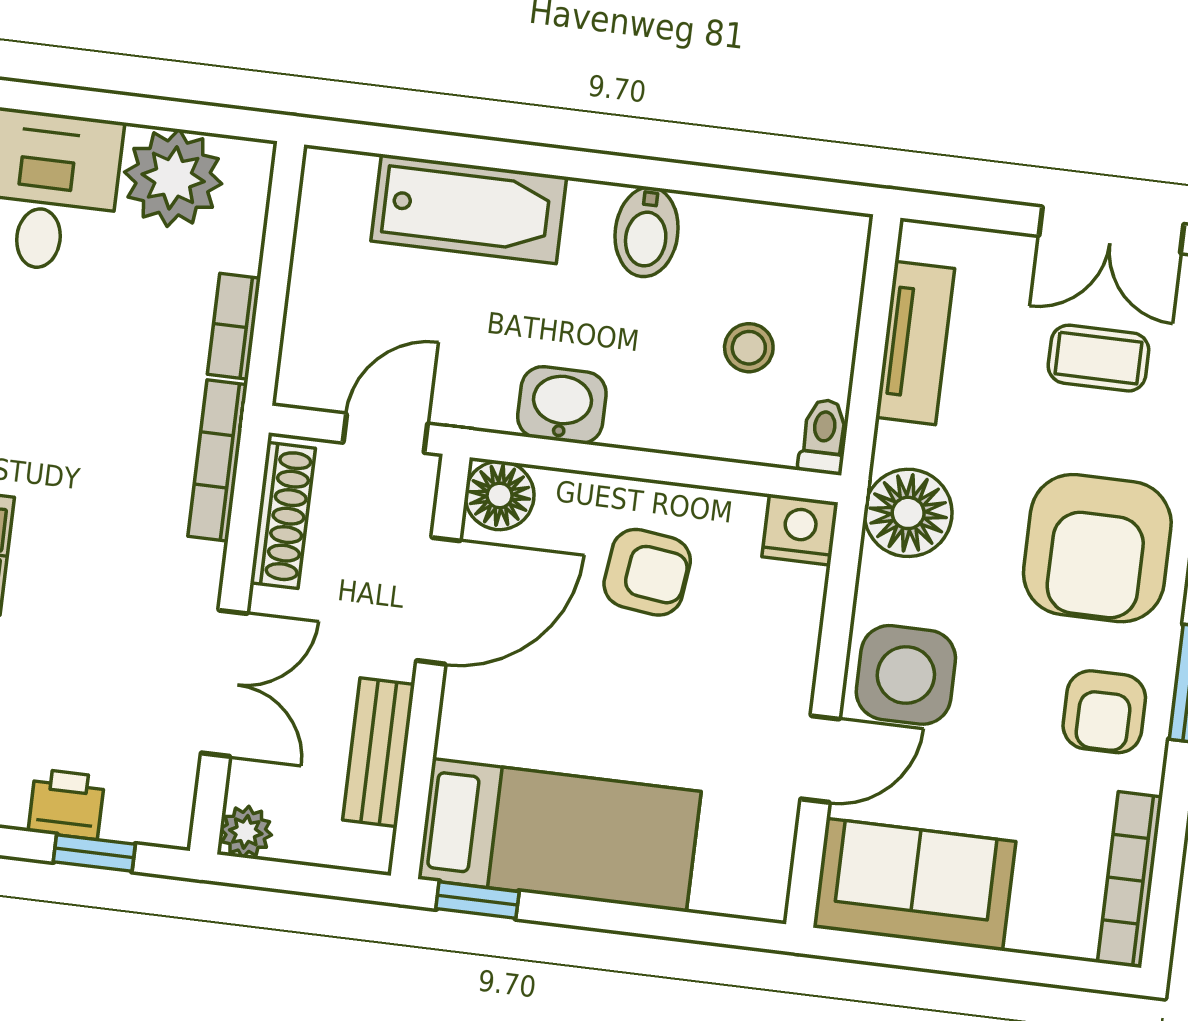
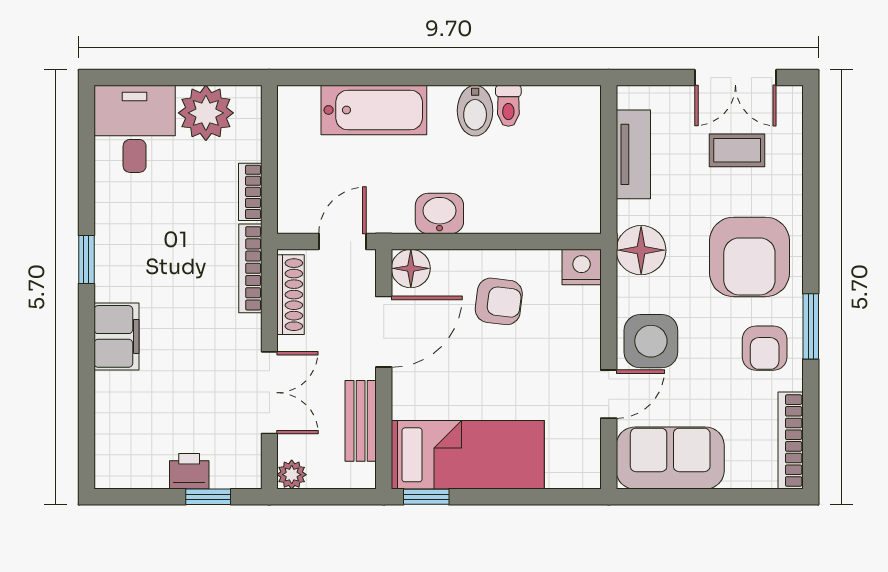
stool: (749, 348) -> (540, 169), removed
toilet: (824, 437) -> (508, 106), moved, turned 180

